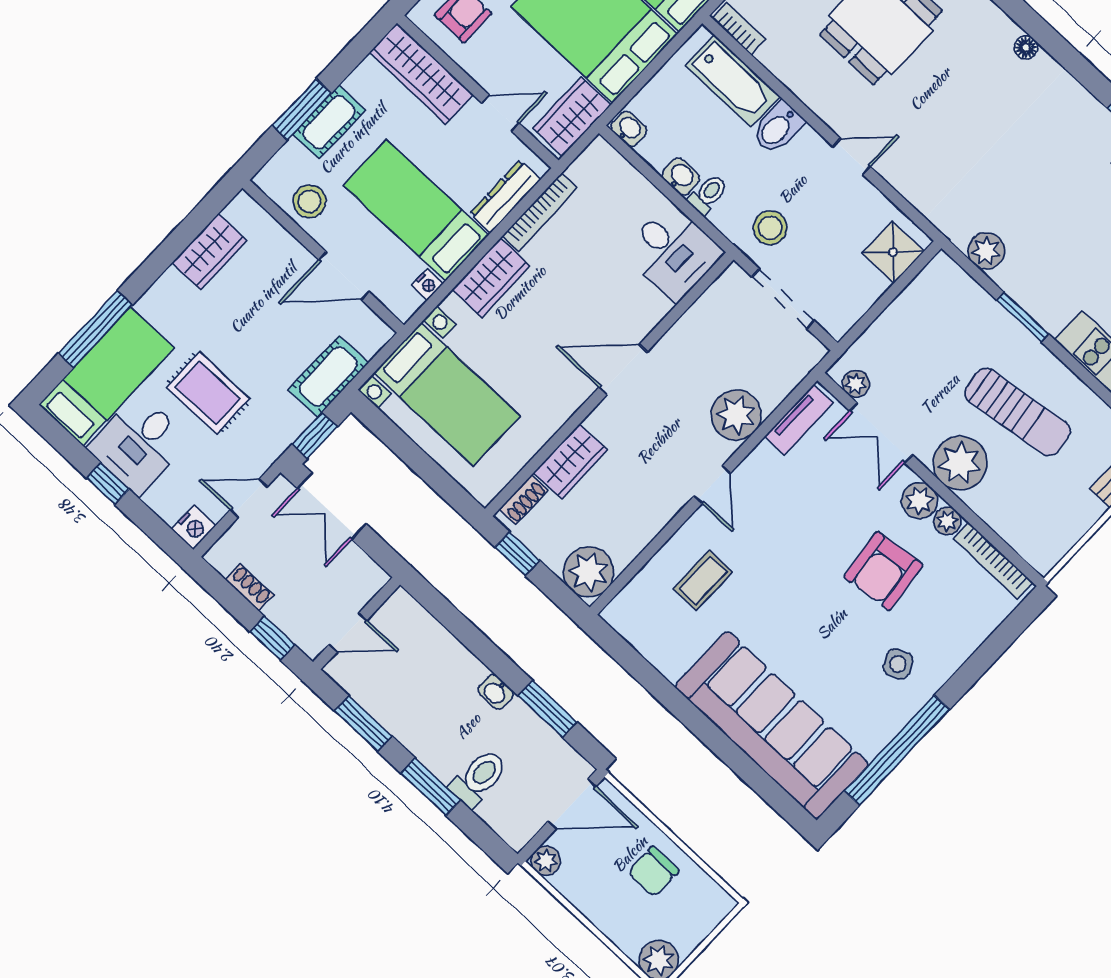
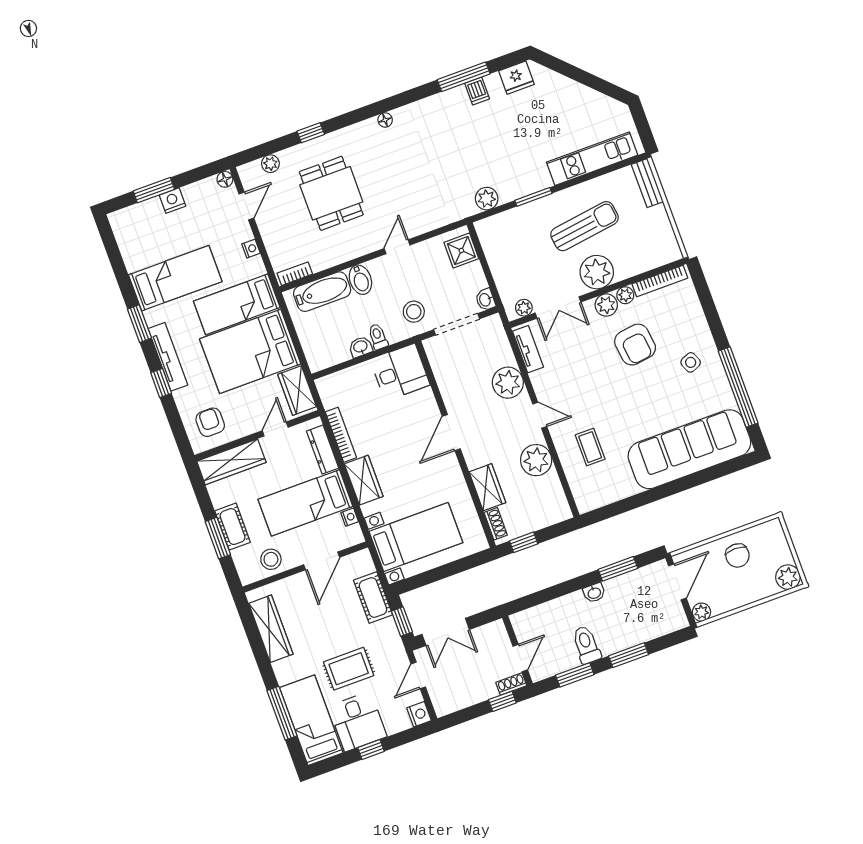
washbasin: (629, 129) -> (485, 300), moved, turned -90
wardrobe: (209, 252) -> (271, 629), width x1.50
plant: (589, 572) -> (536, 460), moved
shoe rack: (249, 587) -> (511, 684), moved
toilet: (479, 778) -> (586, 645), moved

